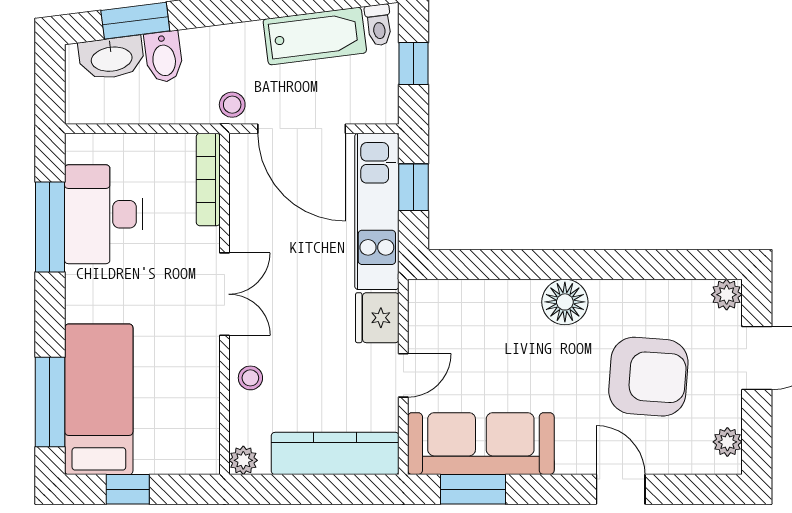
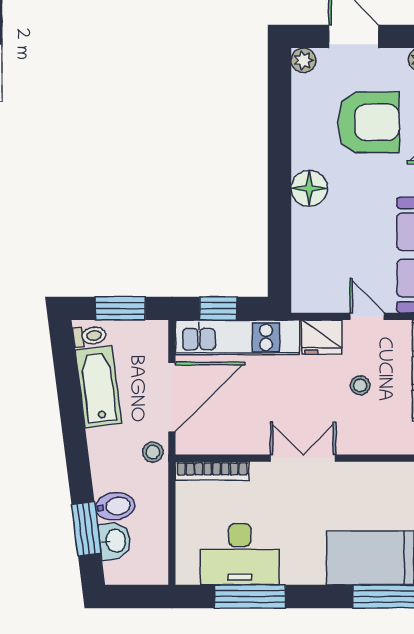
washbasin: (111, 58) -> (115, 541), width x0.72
window: (414, 63) -> (120, 308), width x1.50
armchair: (648, 377) -> (368, 122), turned 86
stool: (250, 378) -> (360, 385), moved

